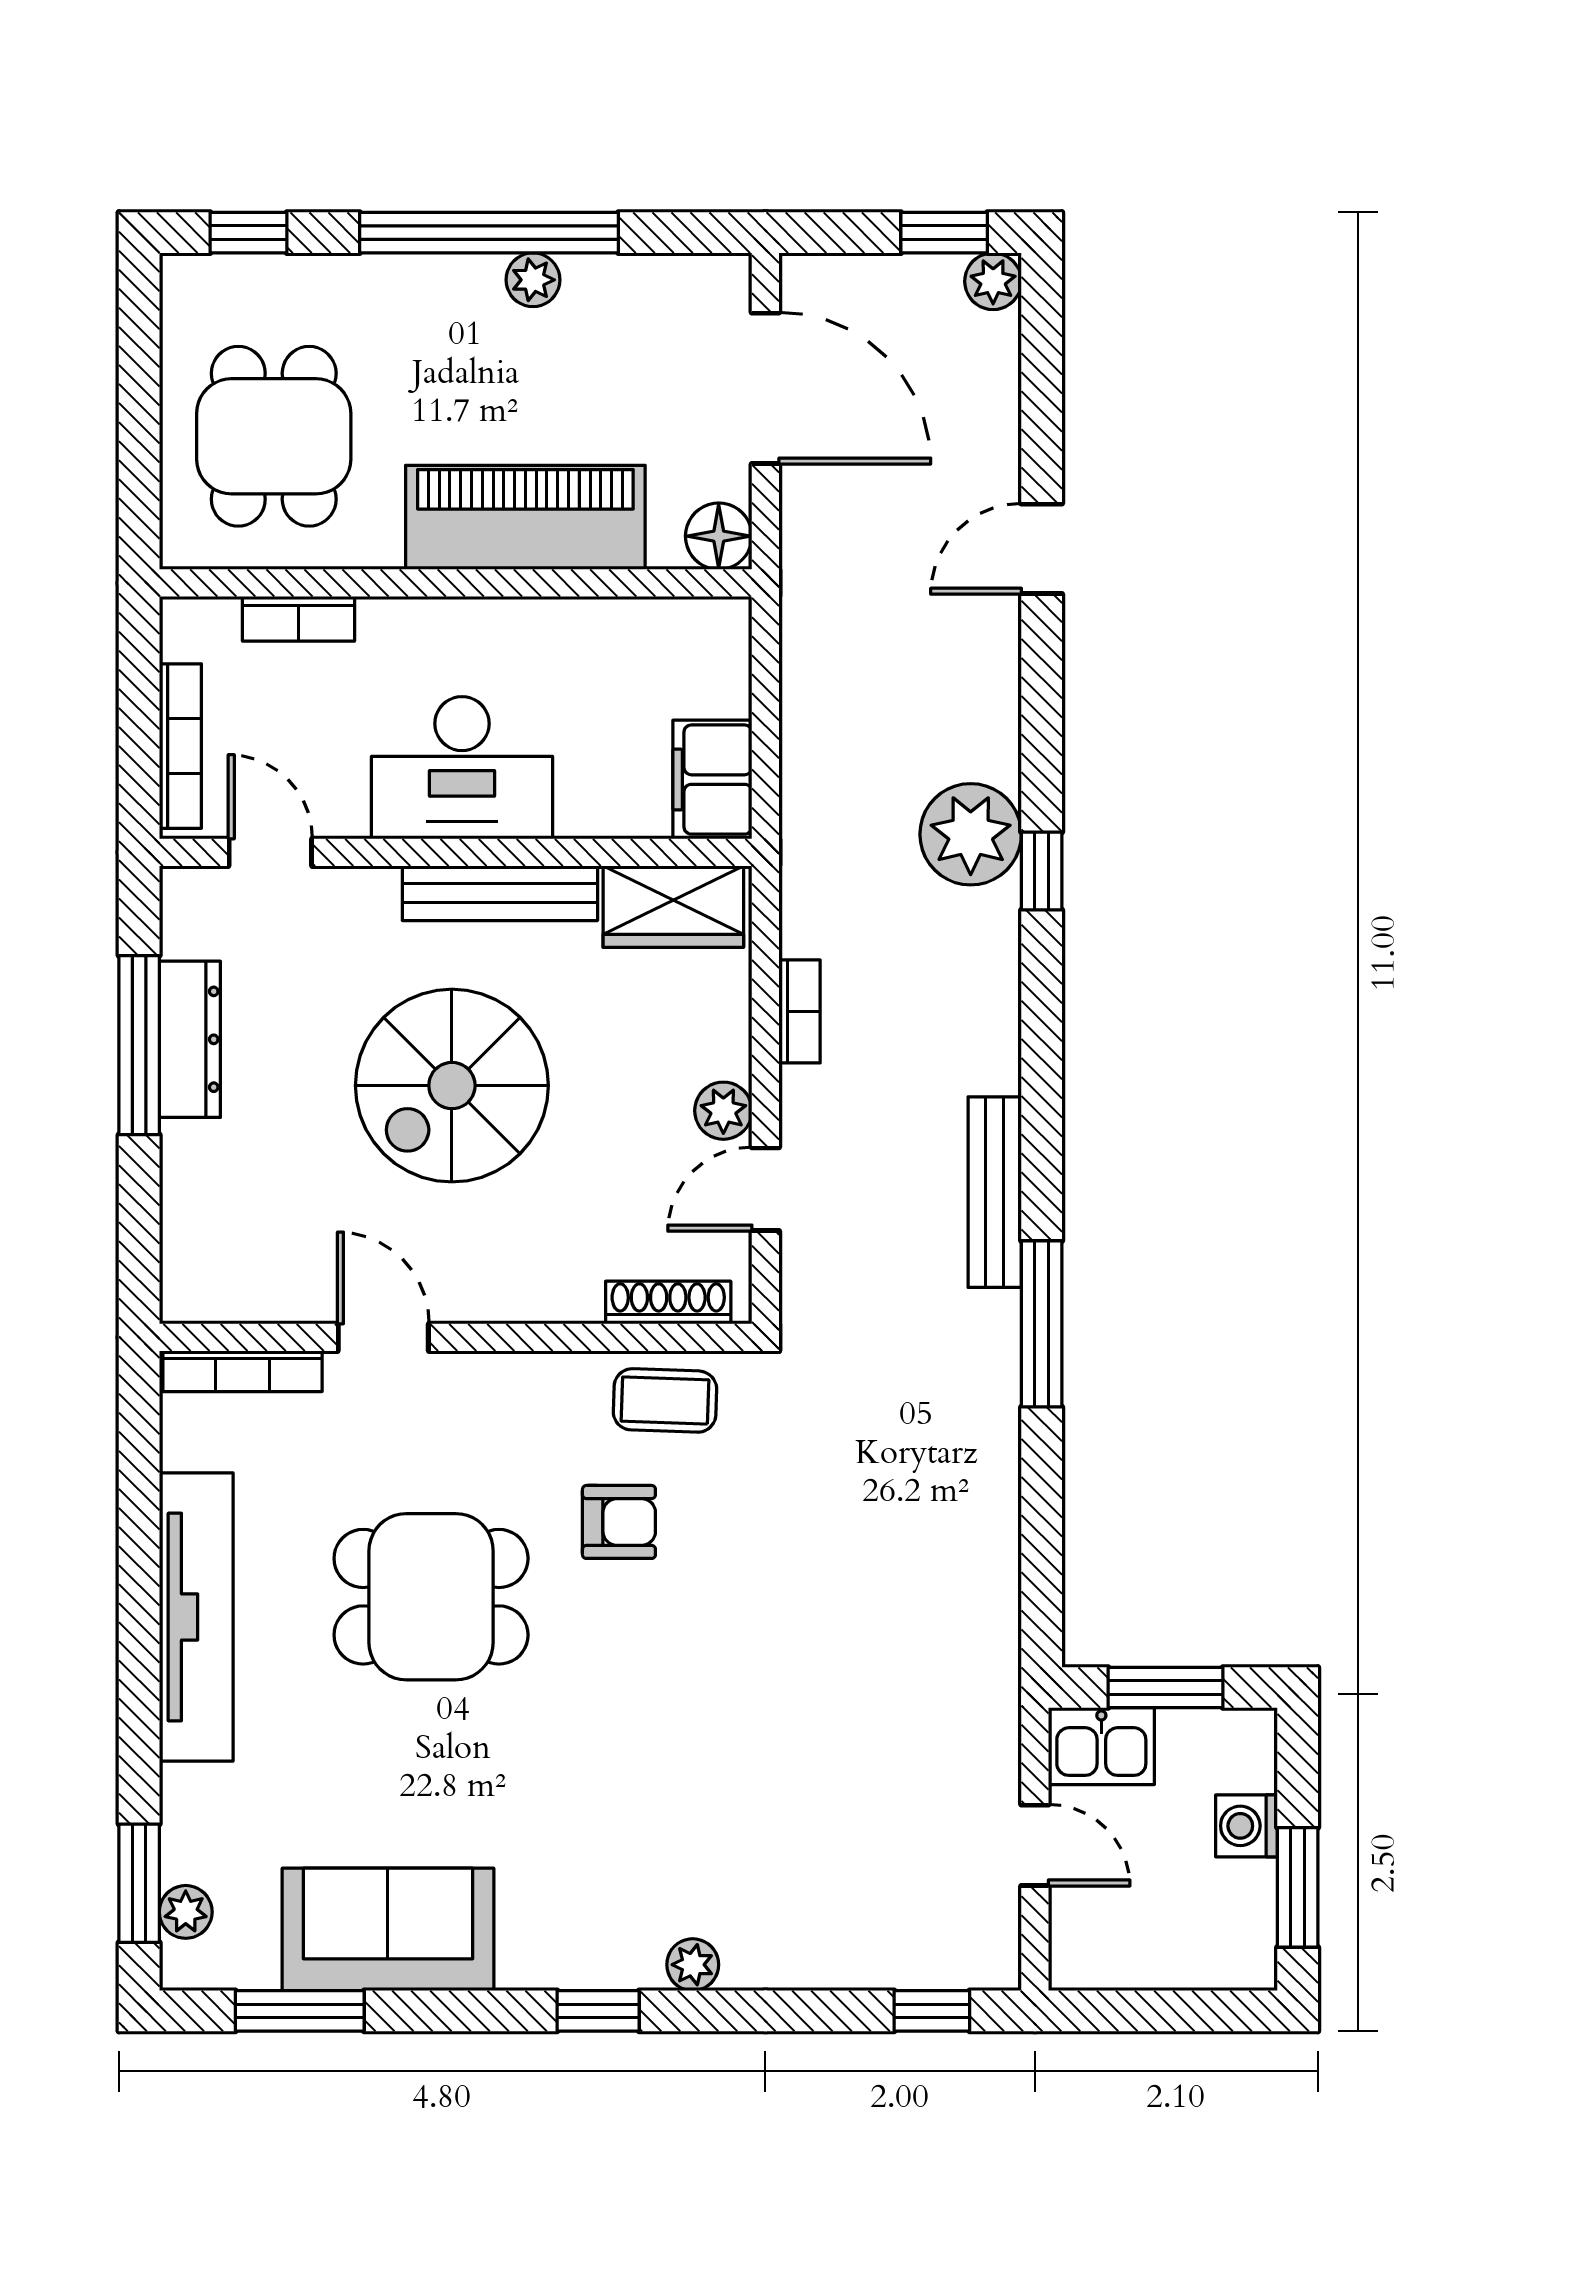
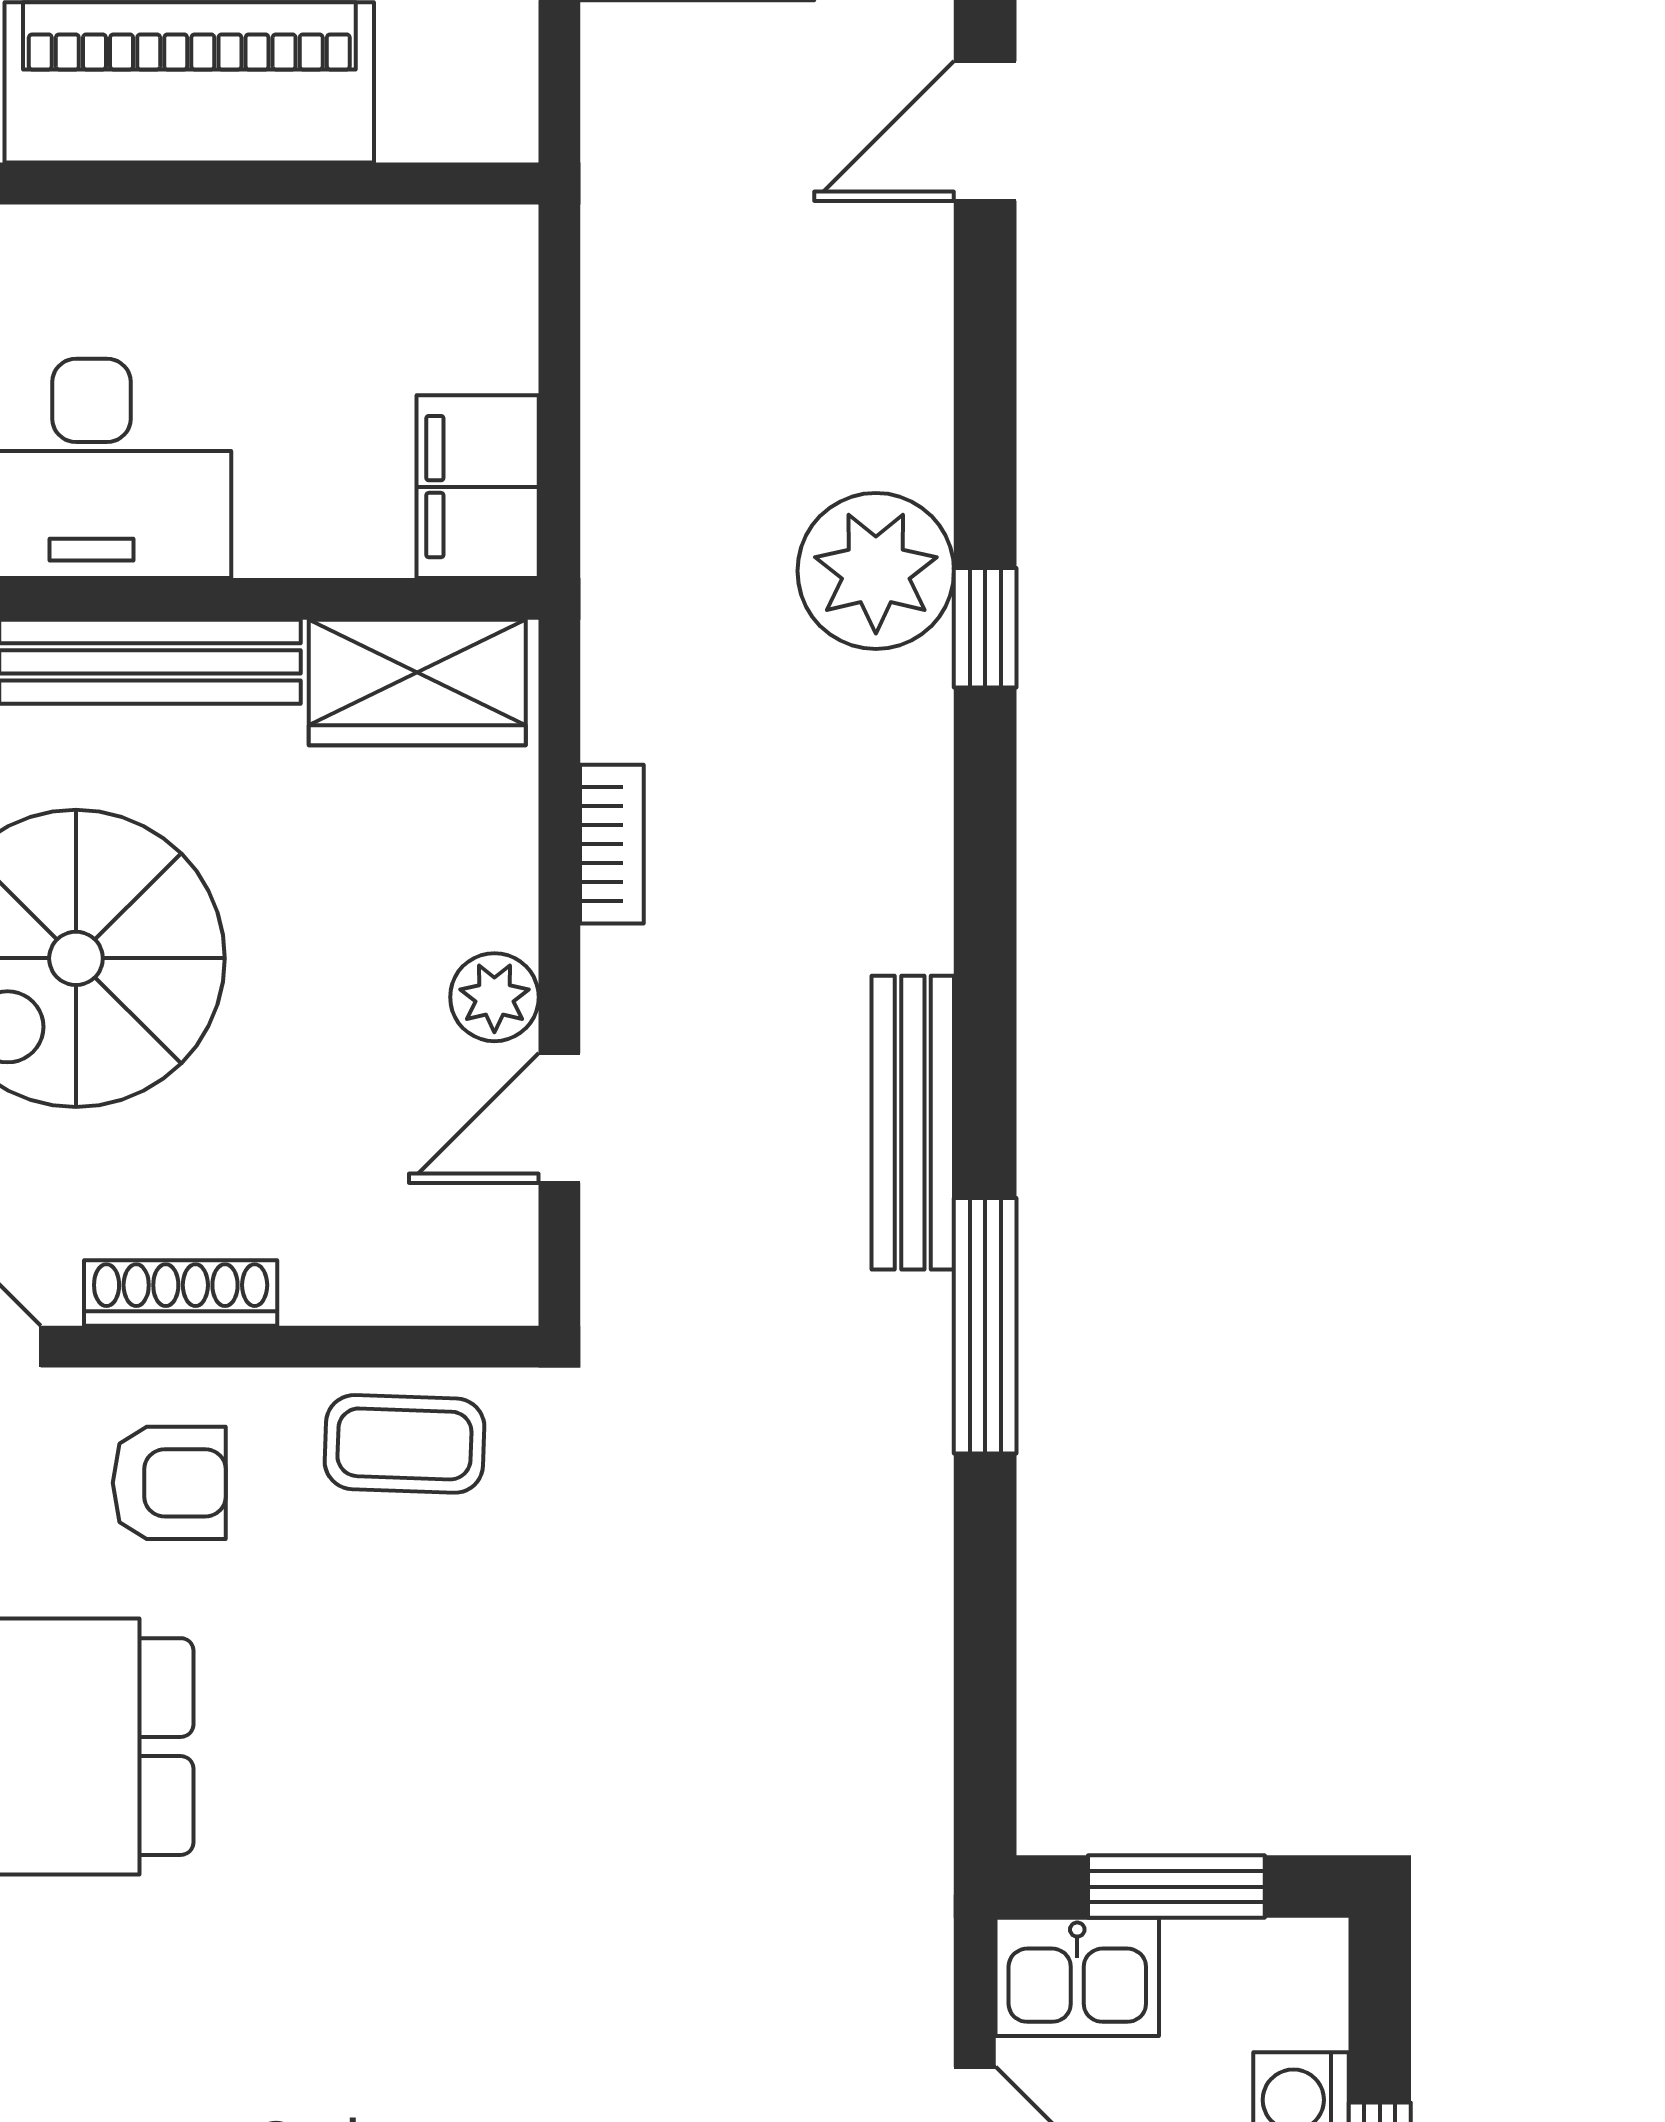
floor lamp: (719, 536) -> (487, 111), removed
shoe rack: (668, 1303) -> (181, 1293), moved
armchair: (619, 1522) -> (169, 1483), moved

